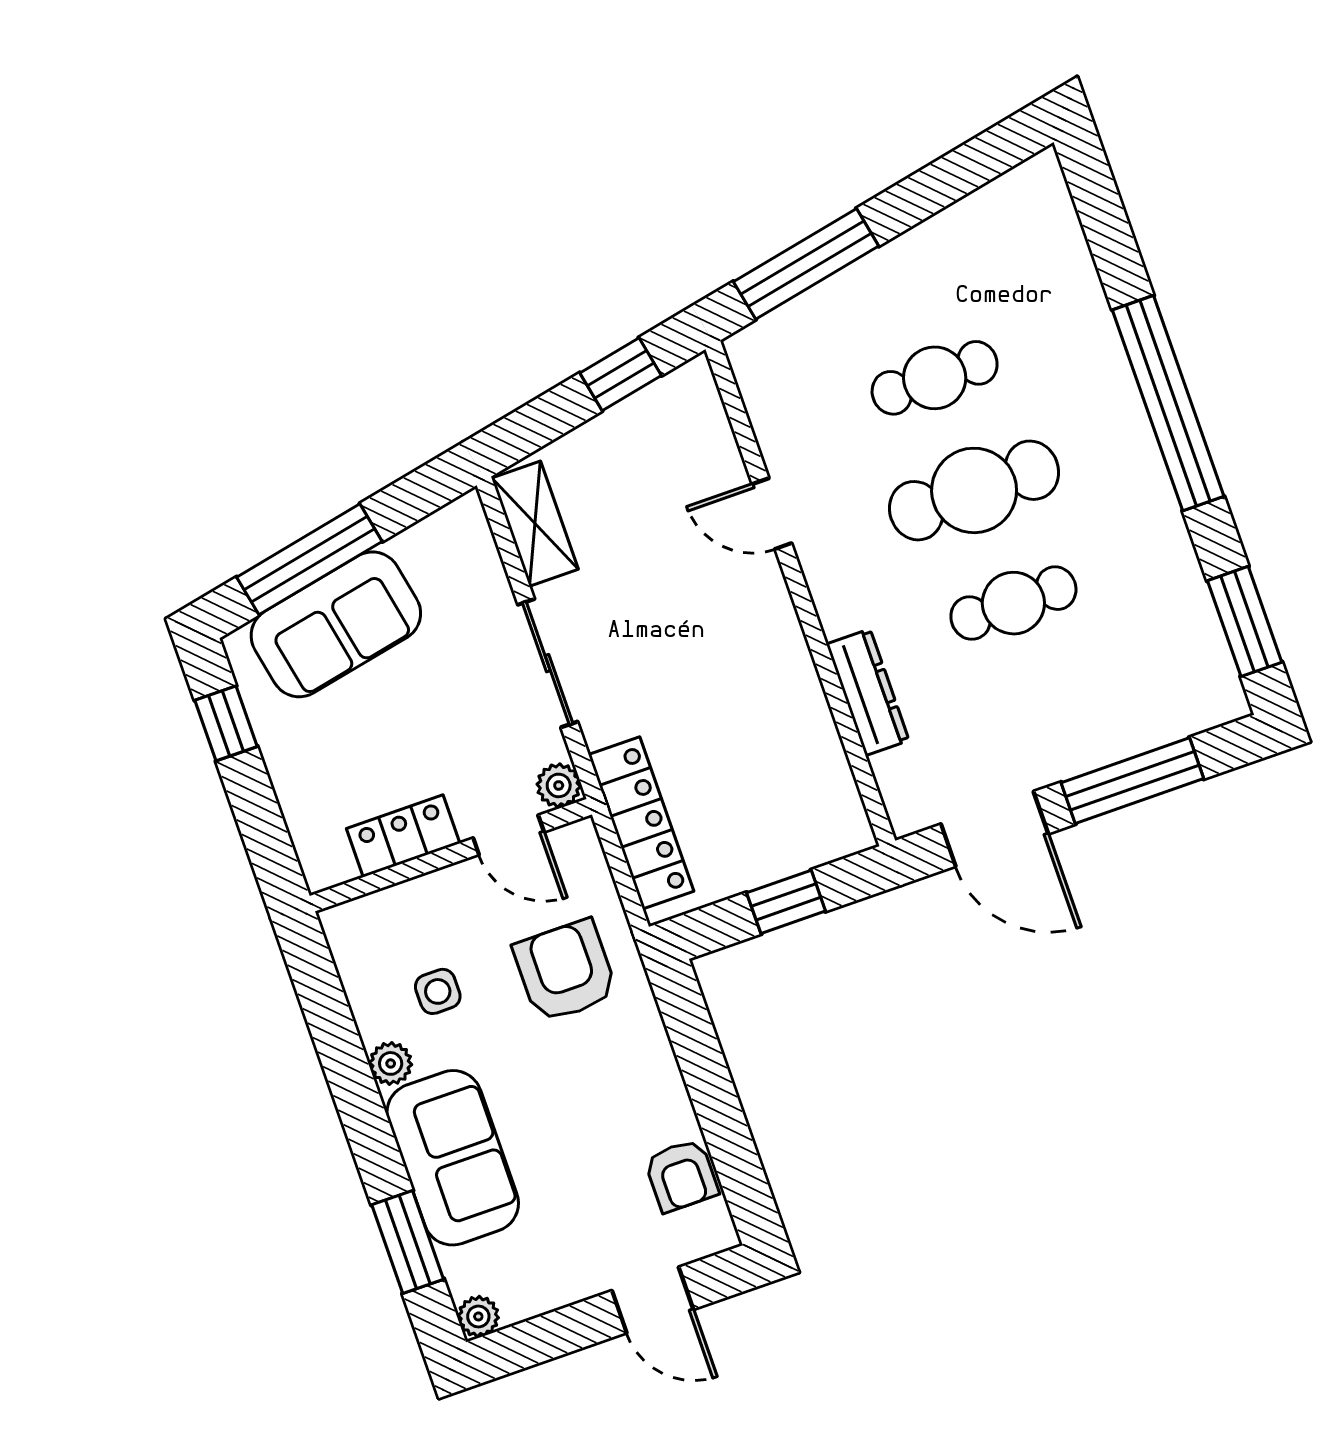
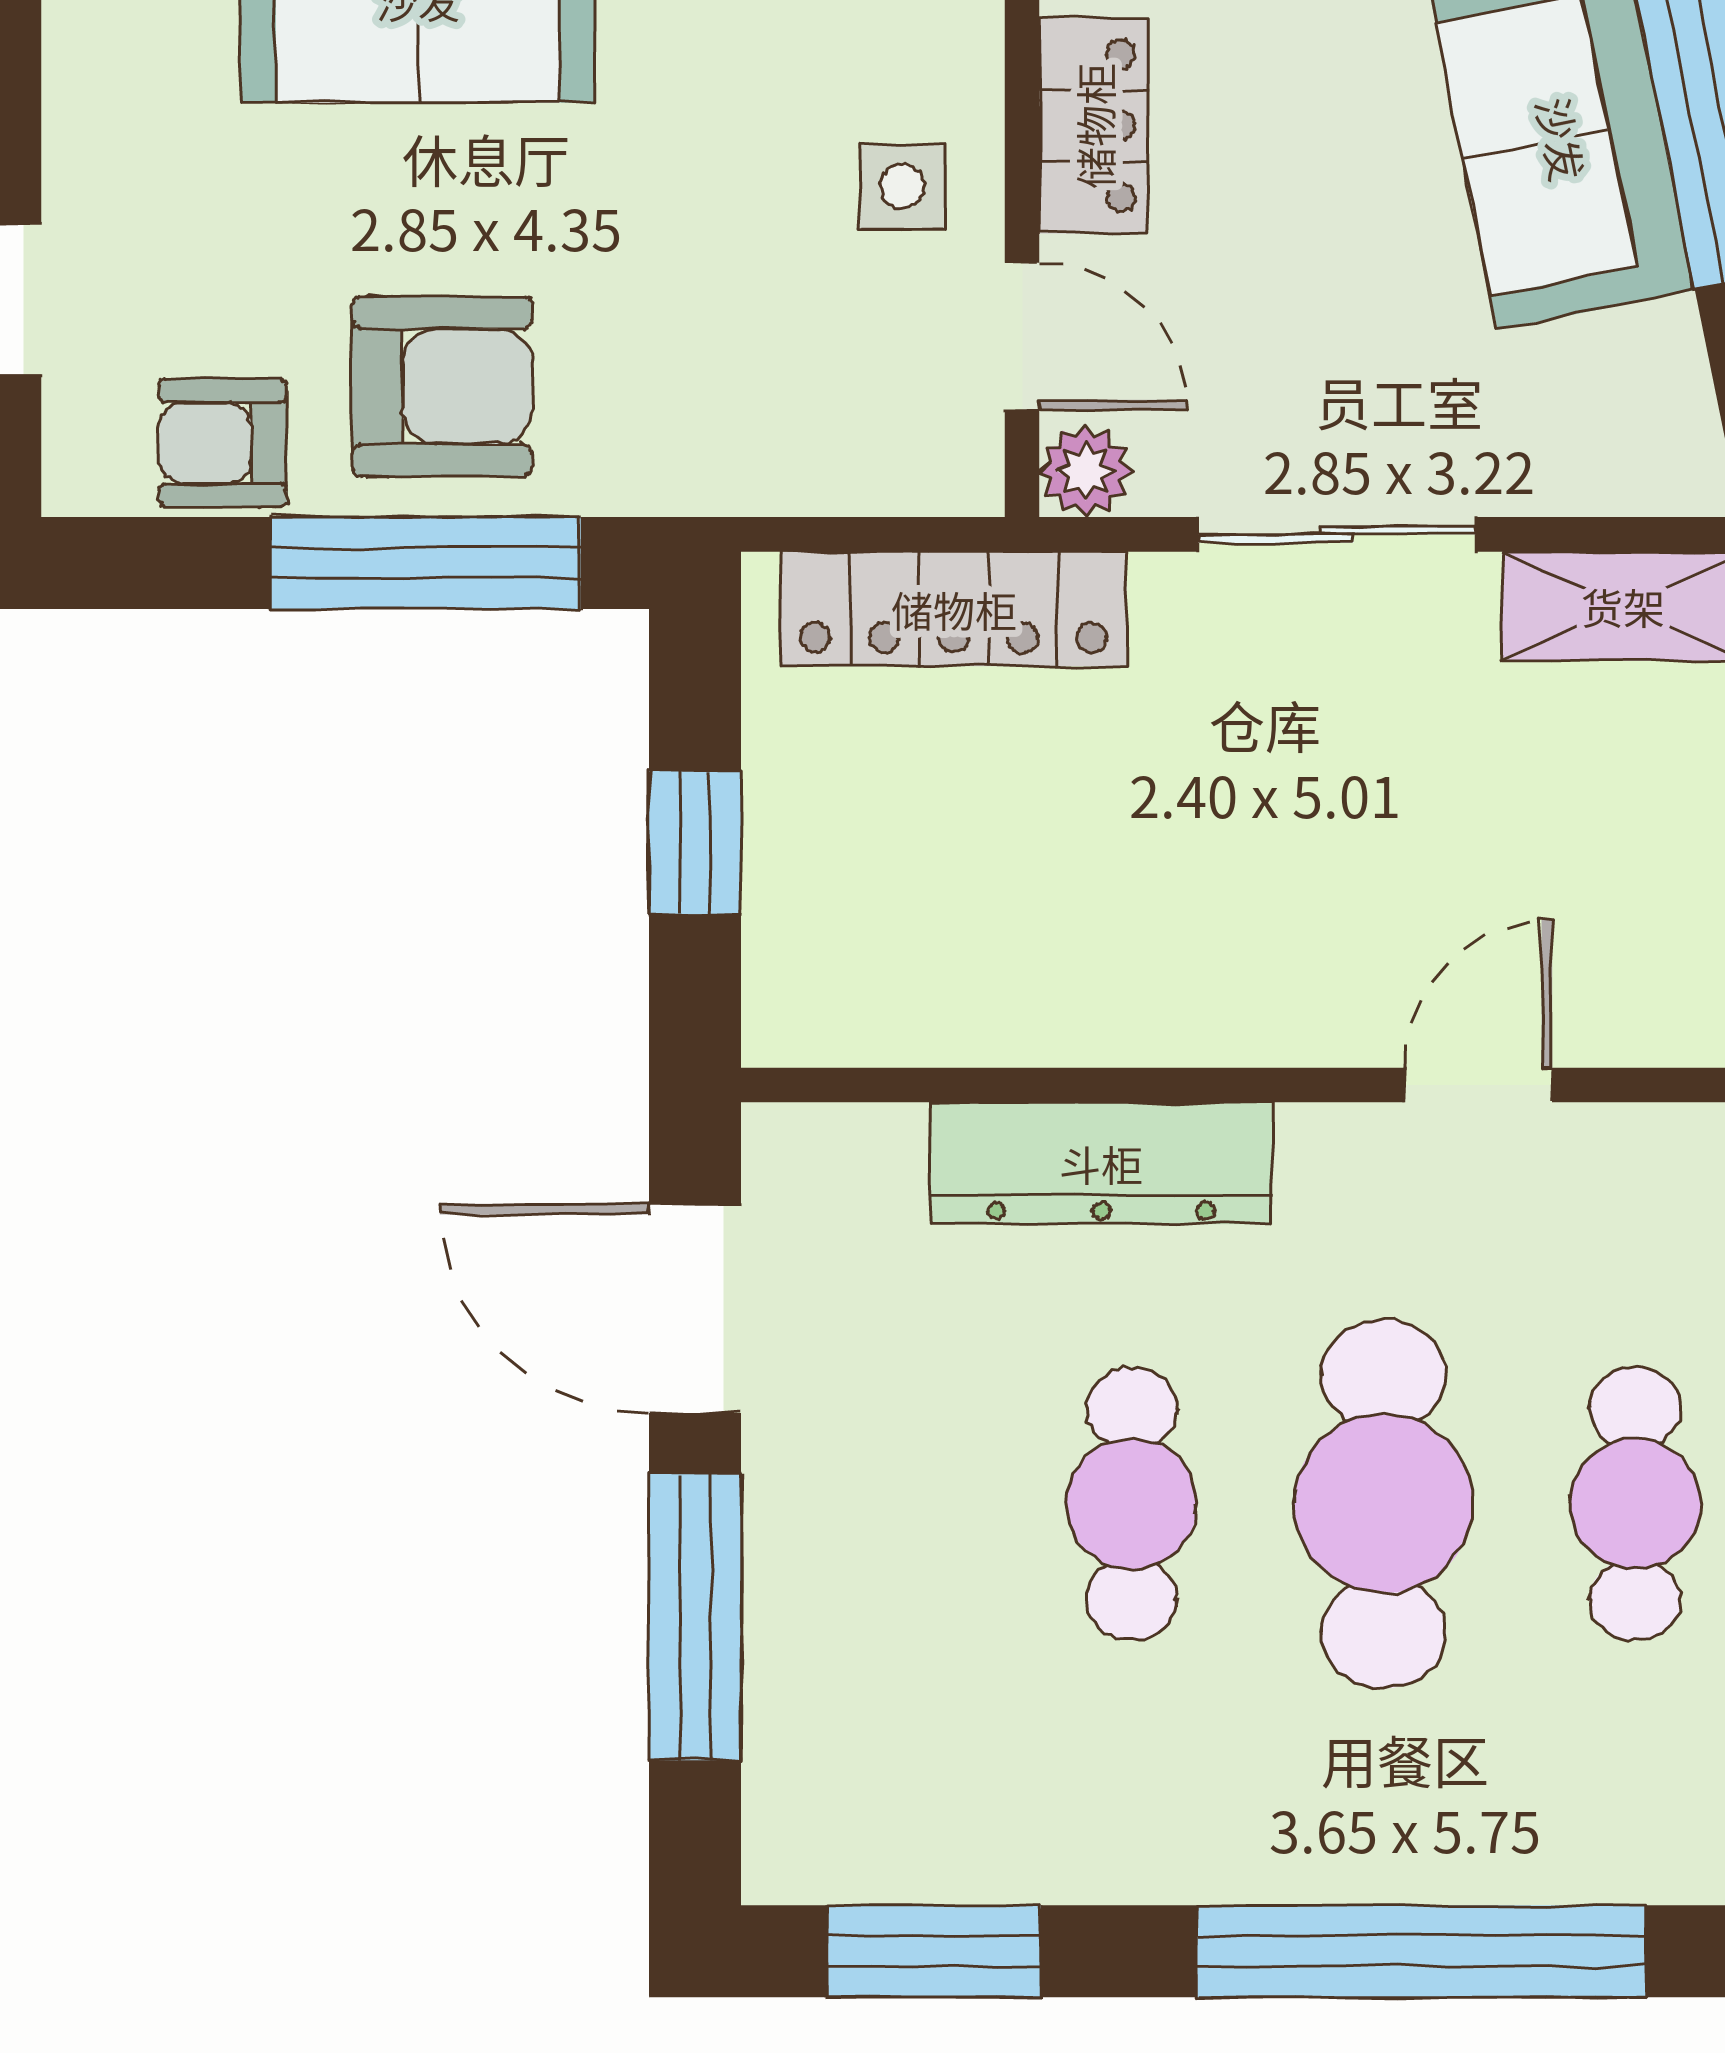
dresser: (868, 692) -> (1101, 1163), width x1.37, depth x1.24
door: (995, 829) -> (695, 1309), hinge flipped
door: (509, 835) -> (1022, 336), swing flipped
armchair: (565, 971) -> (442, 386), moved
side table: (438, 991) -> (902, 187), moved
window: (703, 1066) -> (425, 563), added

